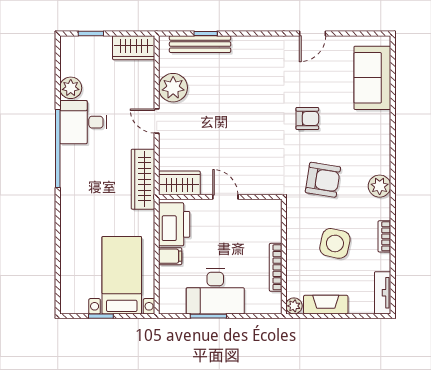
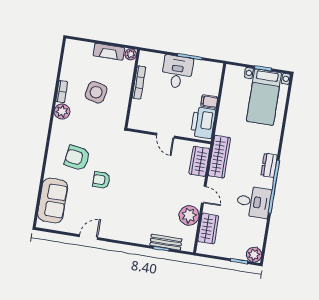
bench: (200, 44) -> (166, 242), width x0.73
wardrobe: (134, 48) -> (208, 229), moved, turned 90
plant: (71, 88) -> (254, 255), moved
dresser: (69, 178) -> (269, 165), added
armchair: (323, 180) -> (77, 158), moved
wardrobe: (179, 183) -> (199, 161), moved, turned 90
plant: (380, 186) -> (62, 112), moved
bed with nightstands: (122, 275) -> (264, 97), moved
desk: (215, 291) -> (177, 72), width x0.73
tv unit: (383, 293) -> (69, 54), removed

